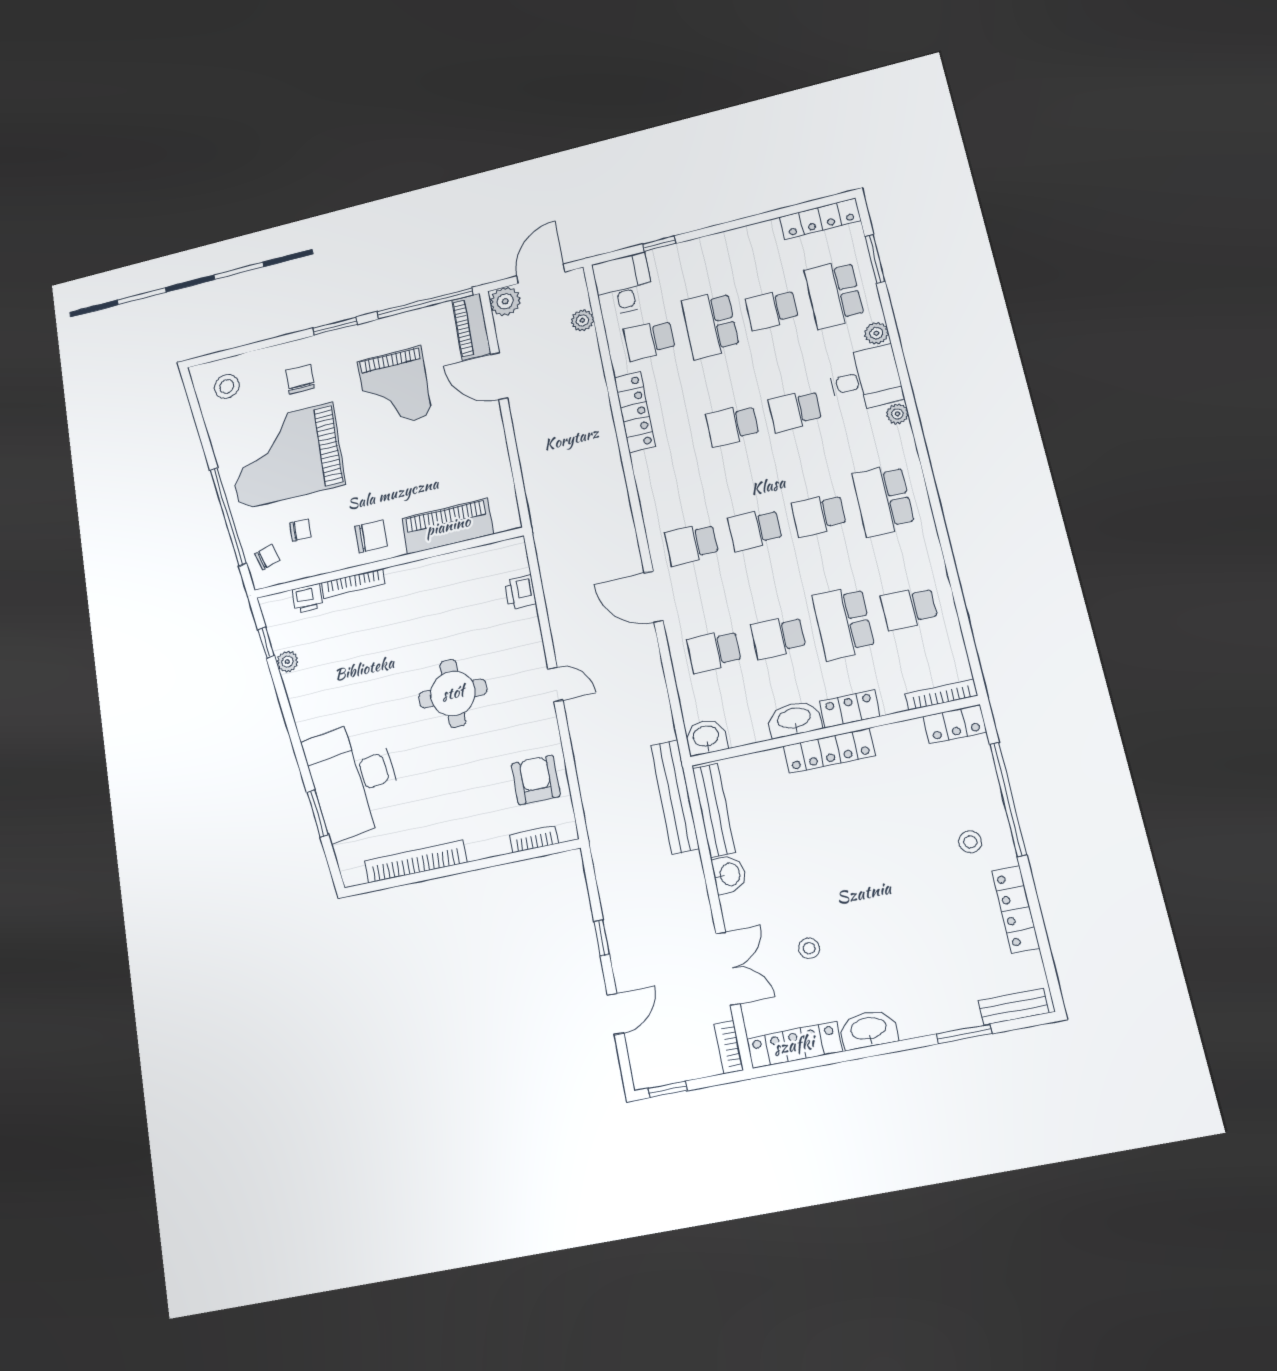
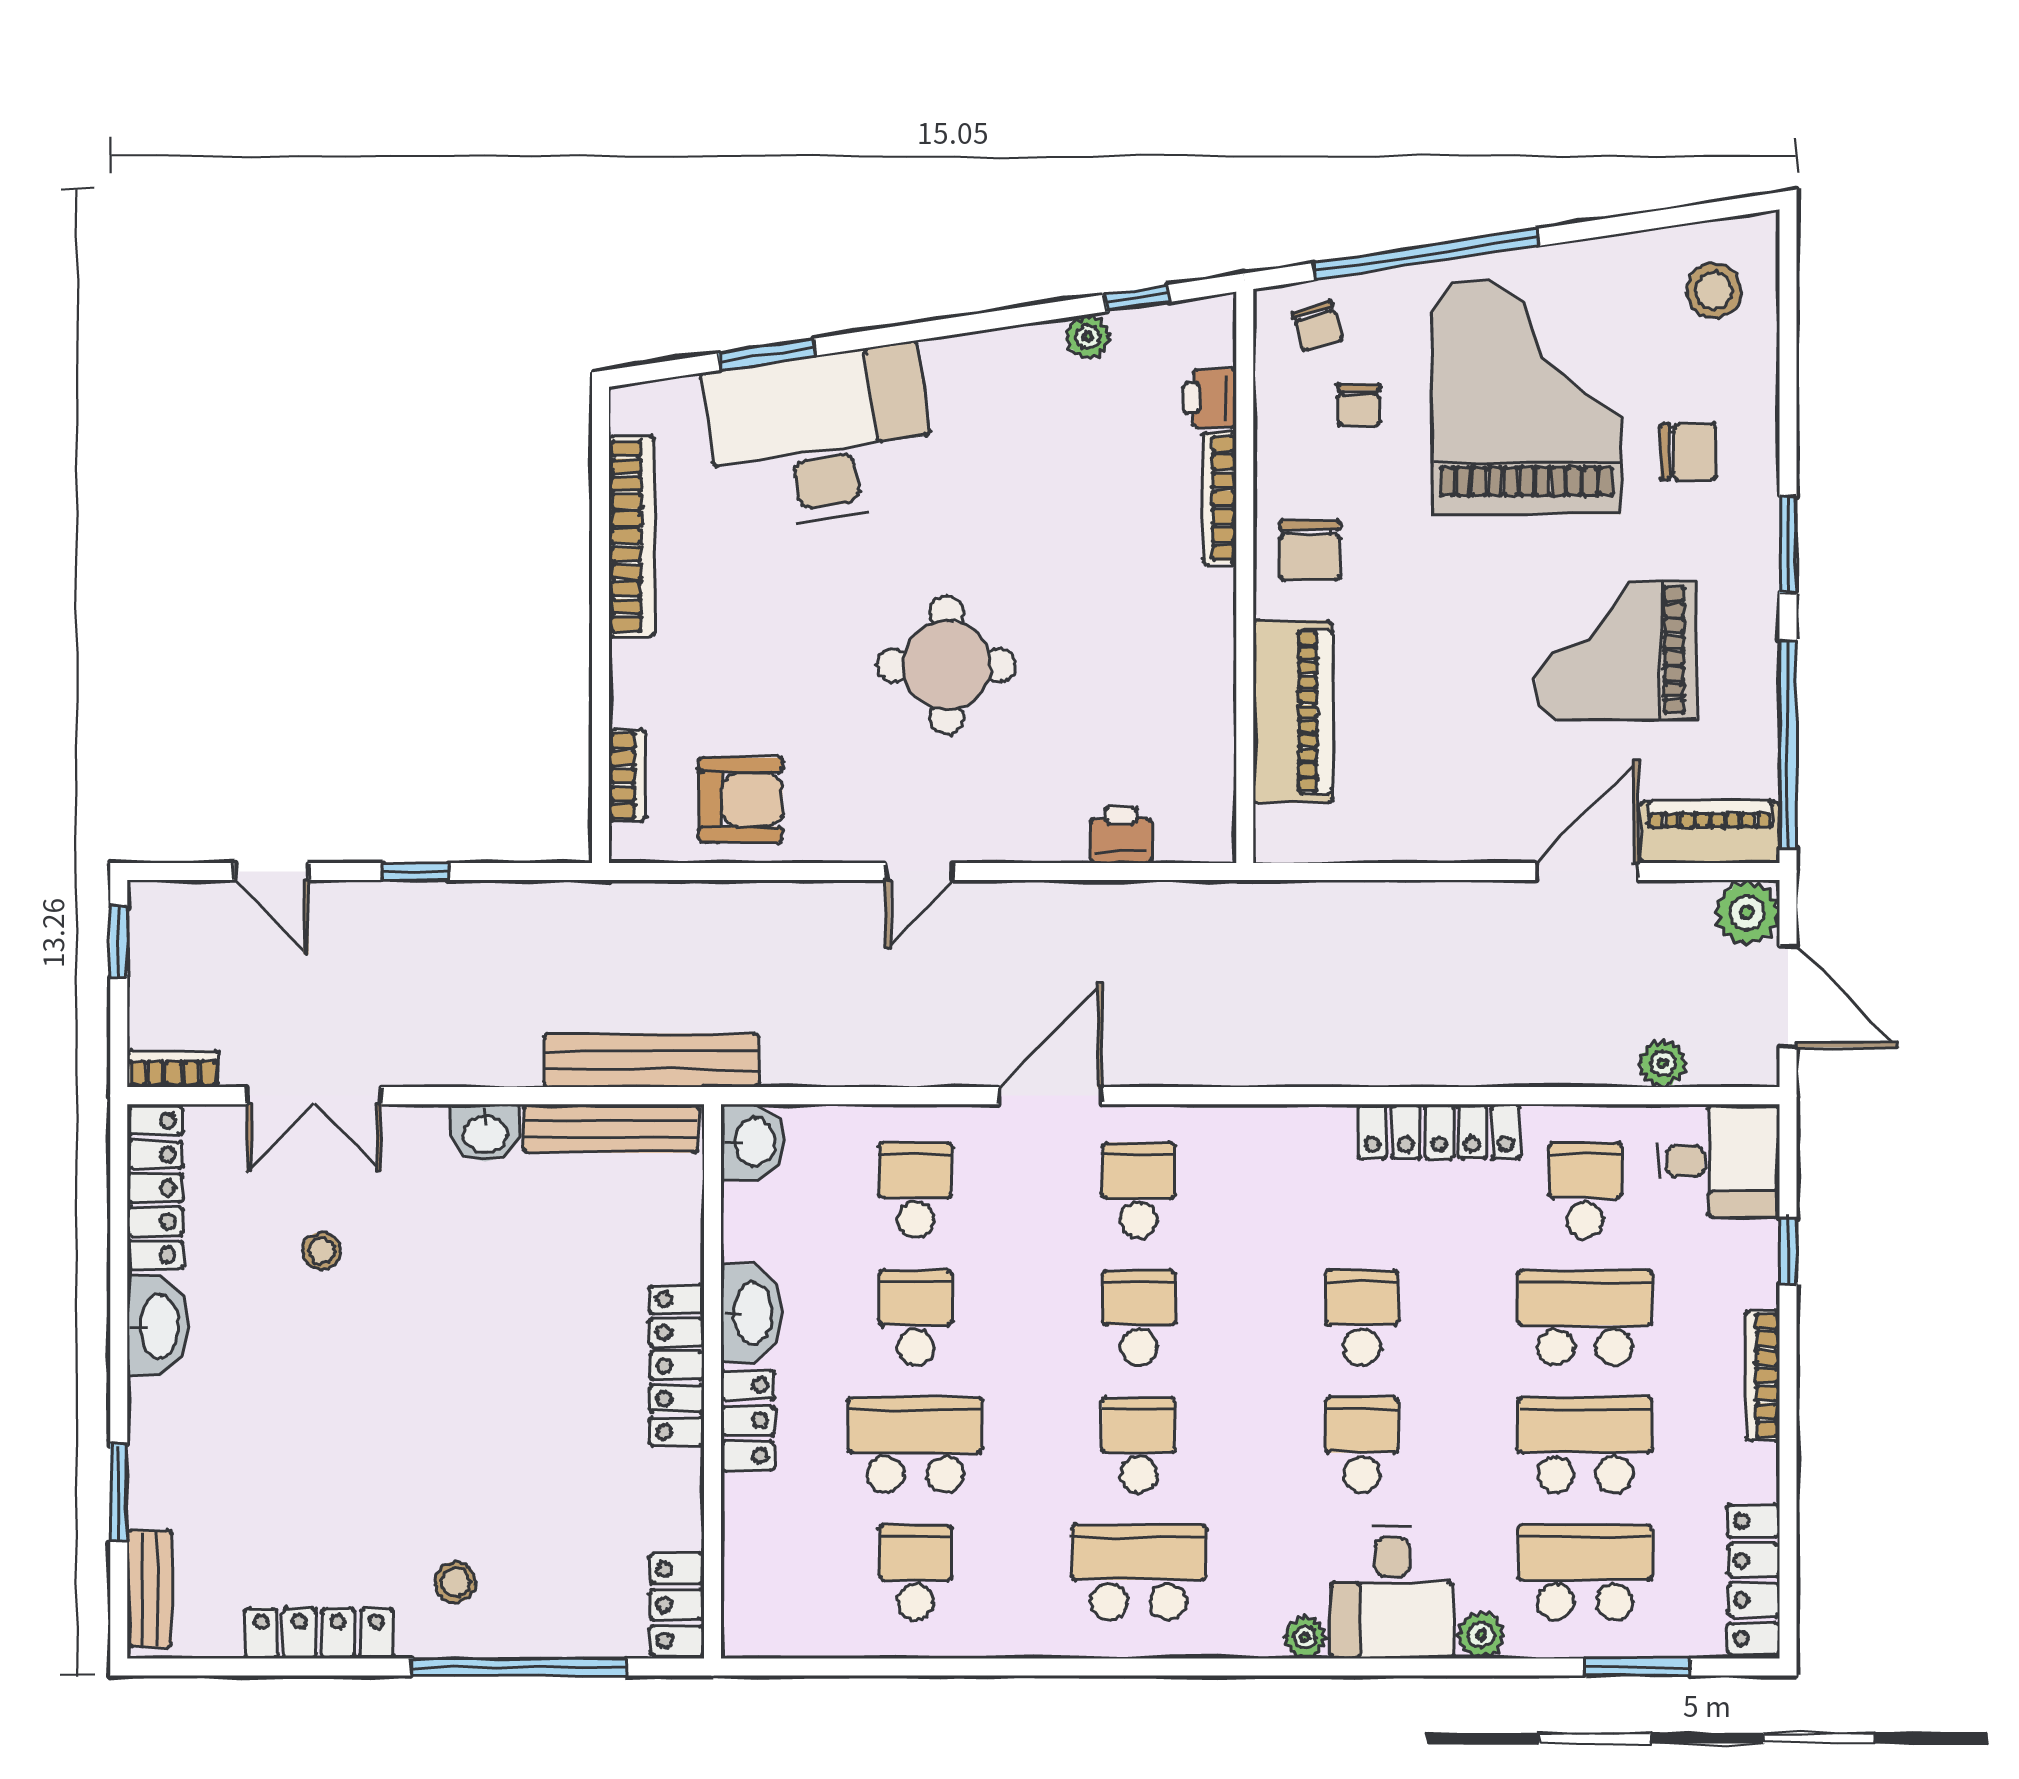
school desk: (772, 309) -> (1585, 1445), width x1.85
bookcase: (941, 695) -> (1763, 1375), moved, turned 180

